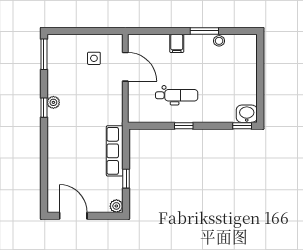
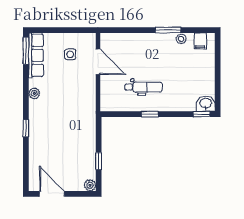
filing cabinet: (177, 43) -> (200, 41), moved
window: (44, 108) -> (26, 128), moved
row of seats: (115, 151) -> (36, 55), moved, turned 180

